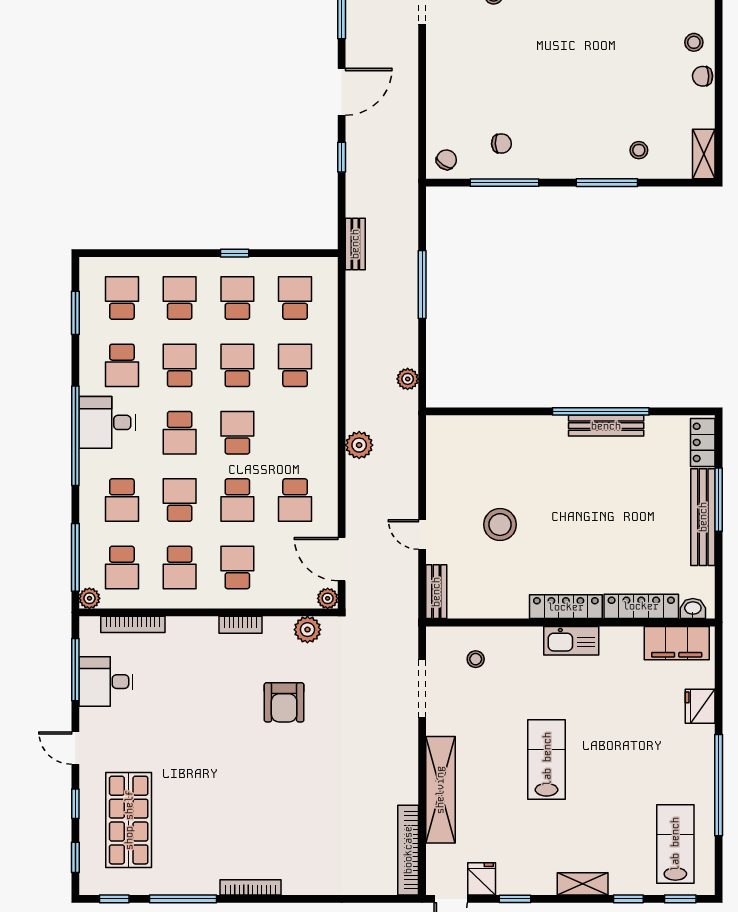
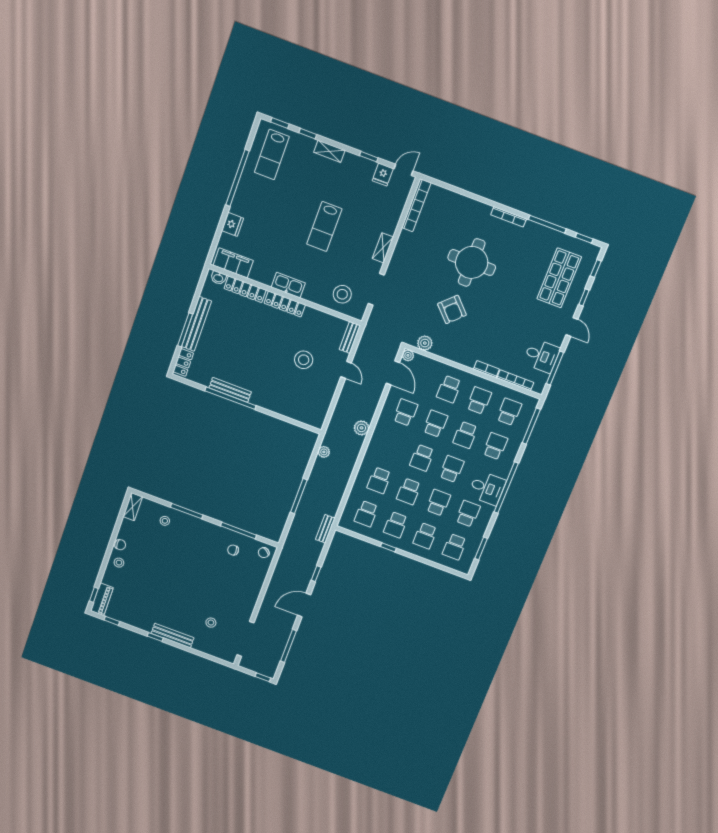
school desk: (180, 365) -> (438, 503), turned 180
plant: (89, 598) -> (533, 402), removed
bookcase: (241, 625) -> (486, 369), moved
stool: (476, 659) -> (342, 294), width x1.89, depth x1.89
armchair: (284, 702) -> (452, 309), turned 136
shelving: (440, 790) -> (383, 248), width x0.45, depth x0.75
round table: (282, 791) -> (472, 262), added

